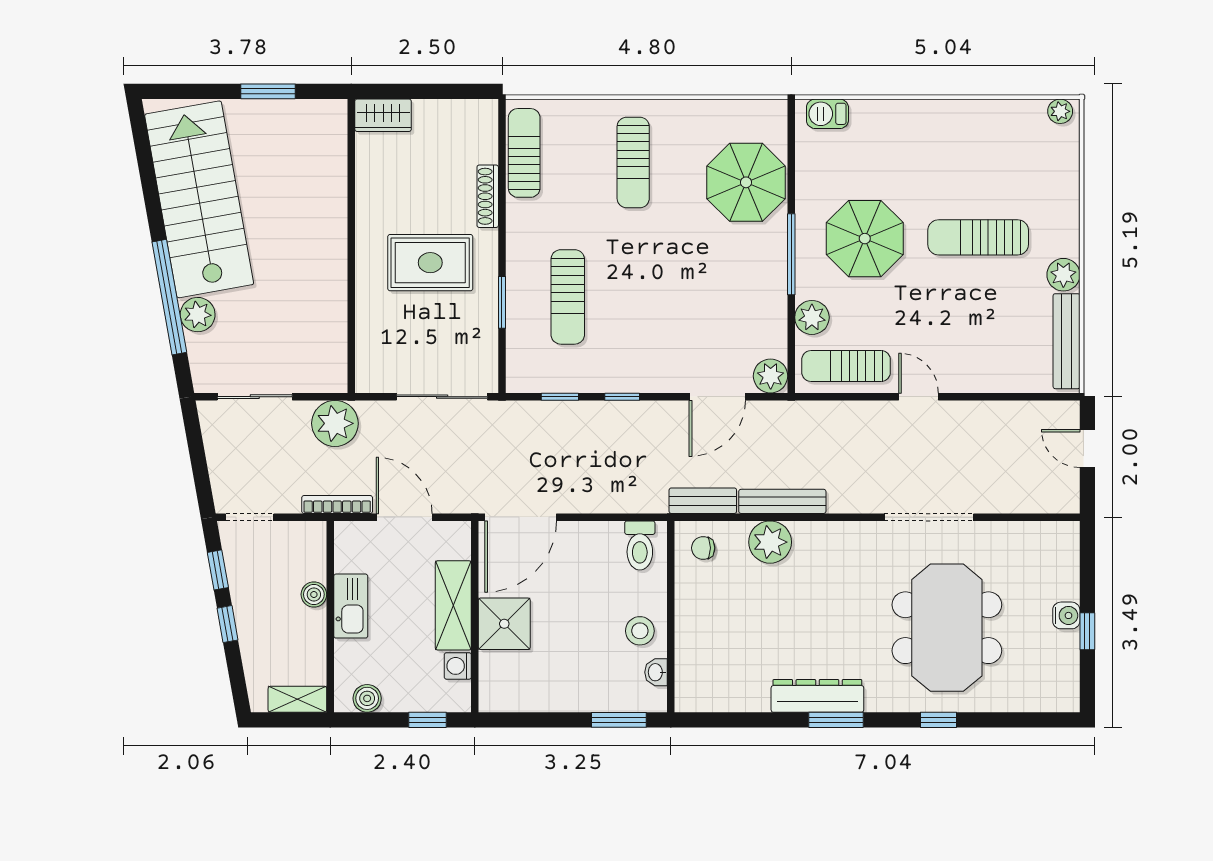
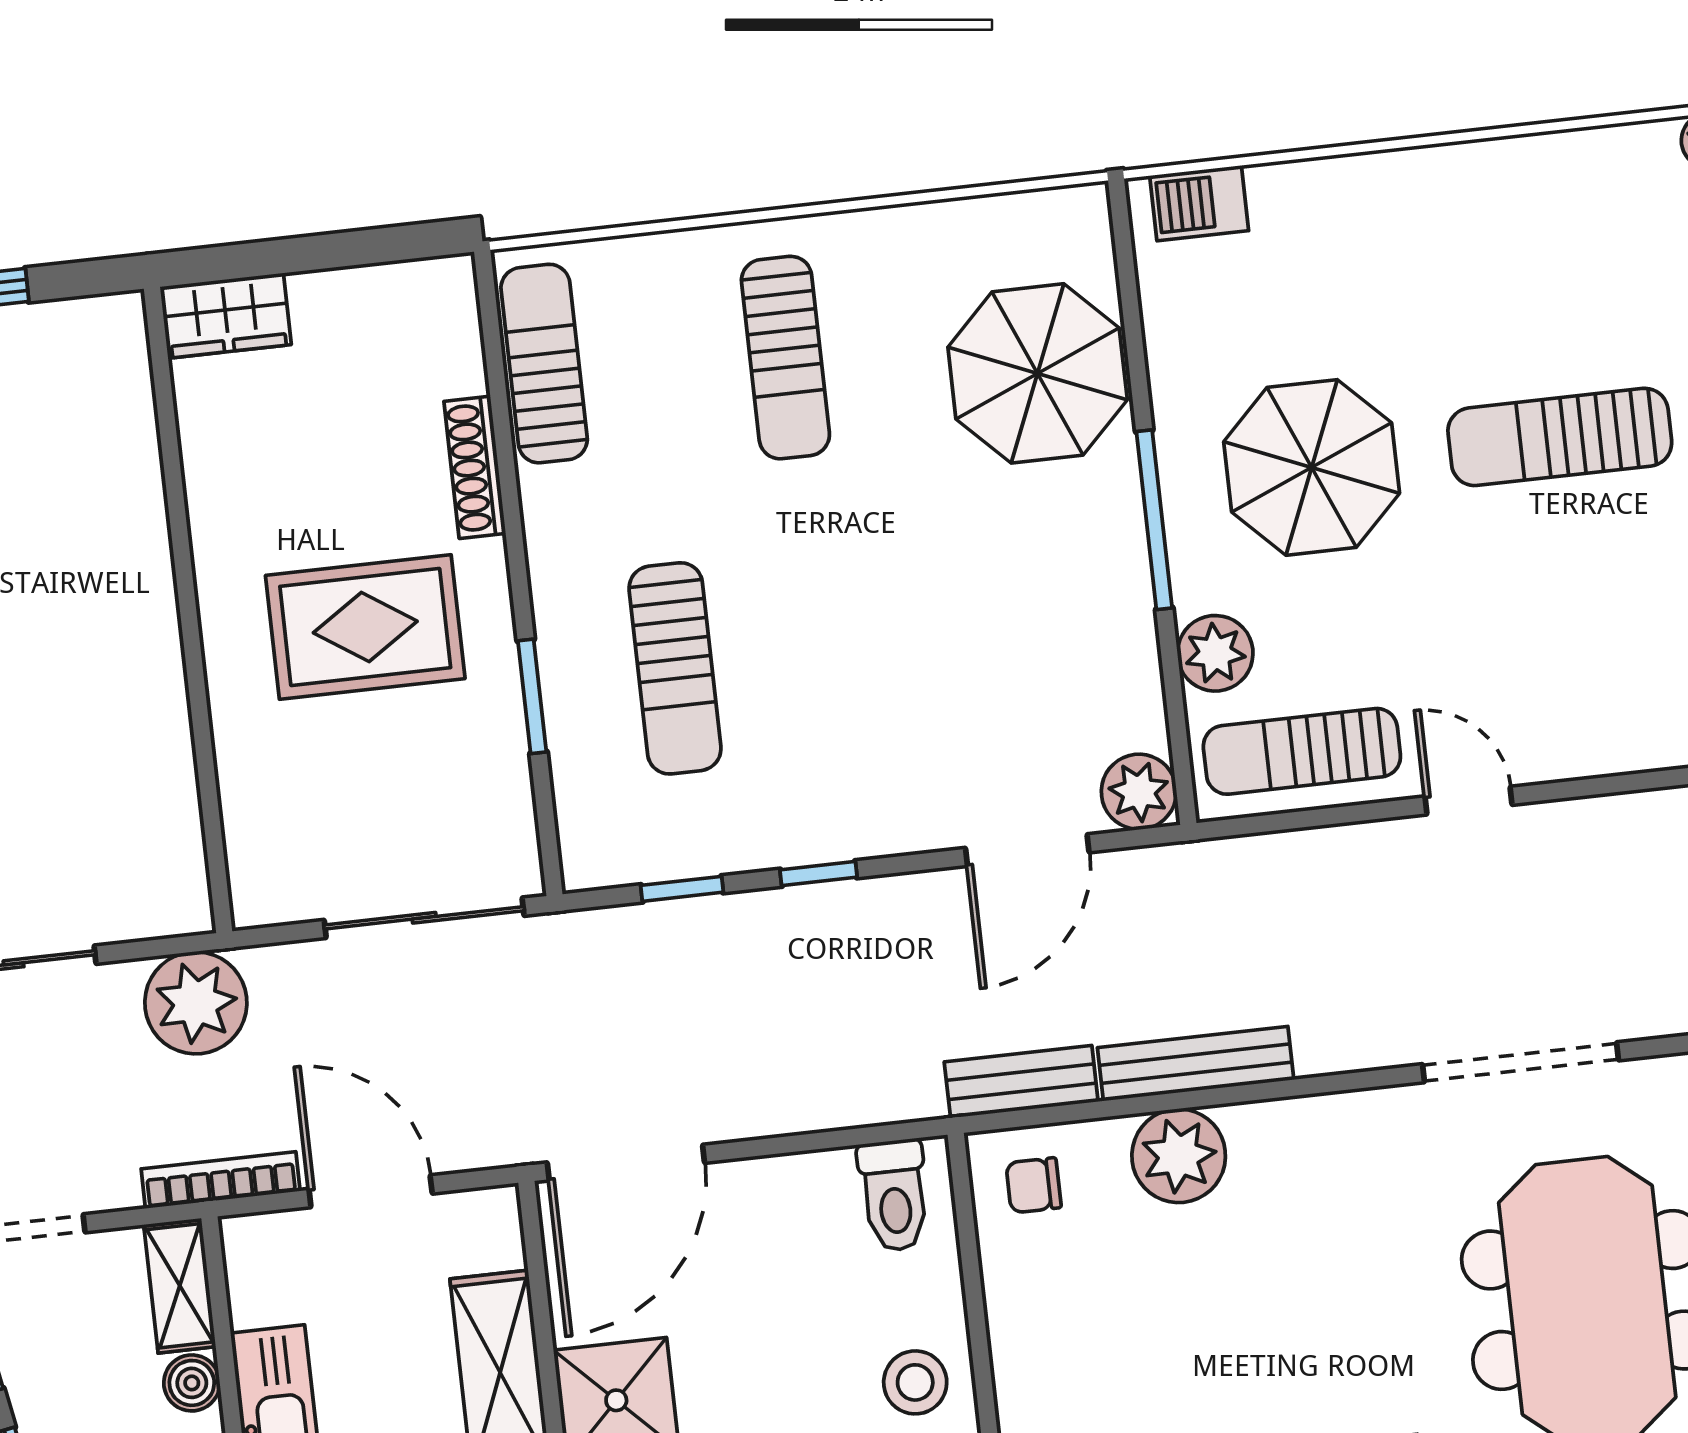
shelving: (313, 550) -> (180, 1286), added

